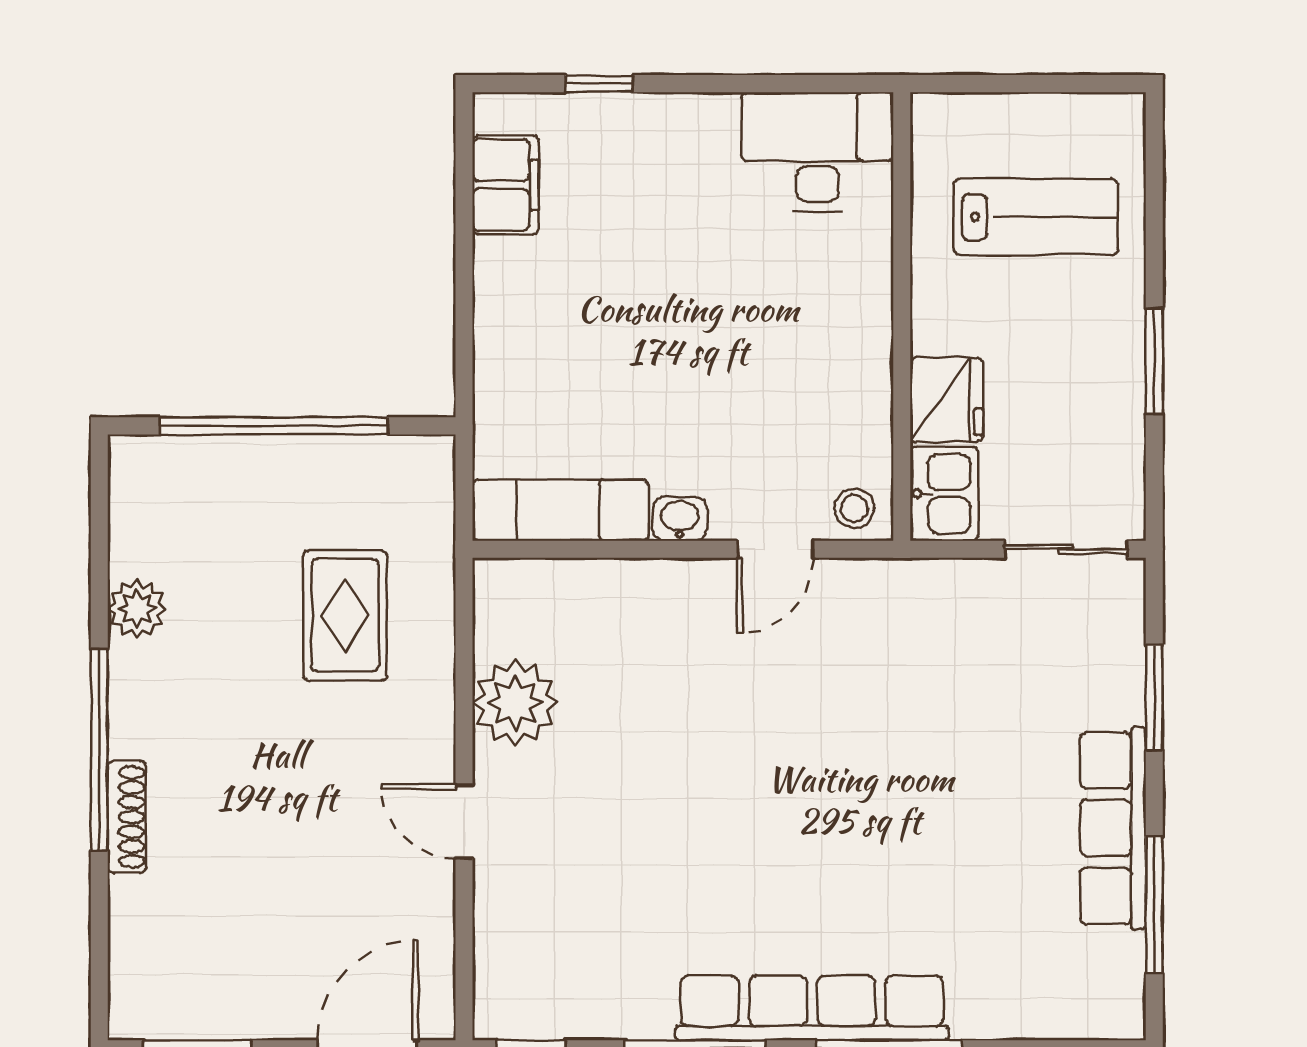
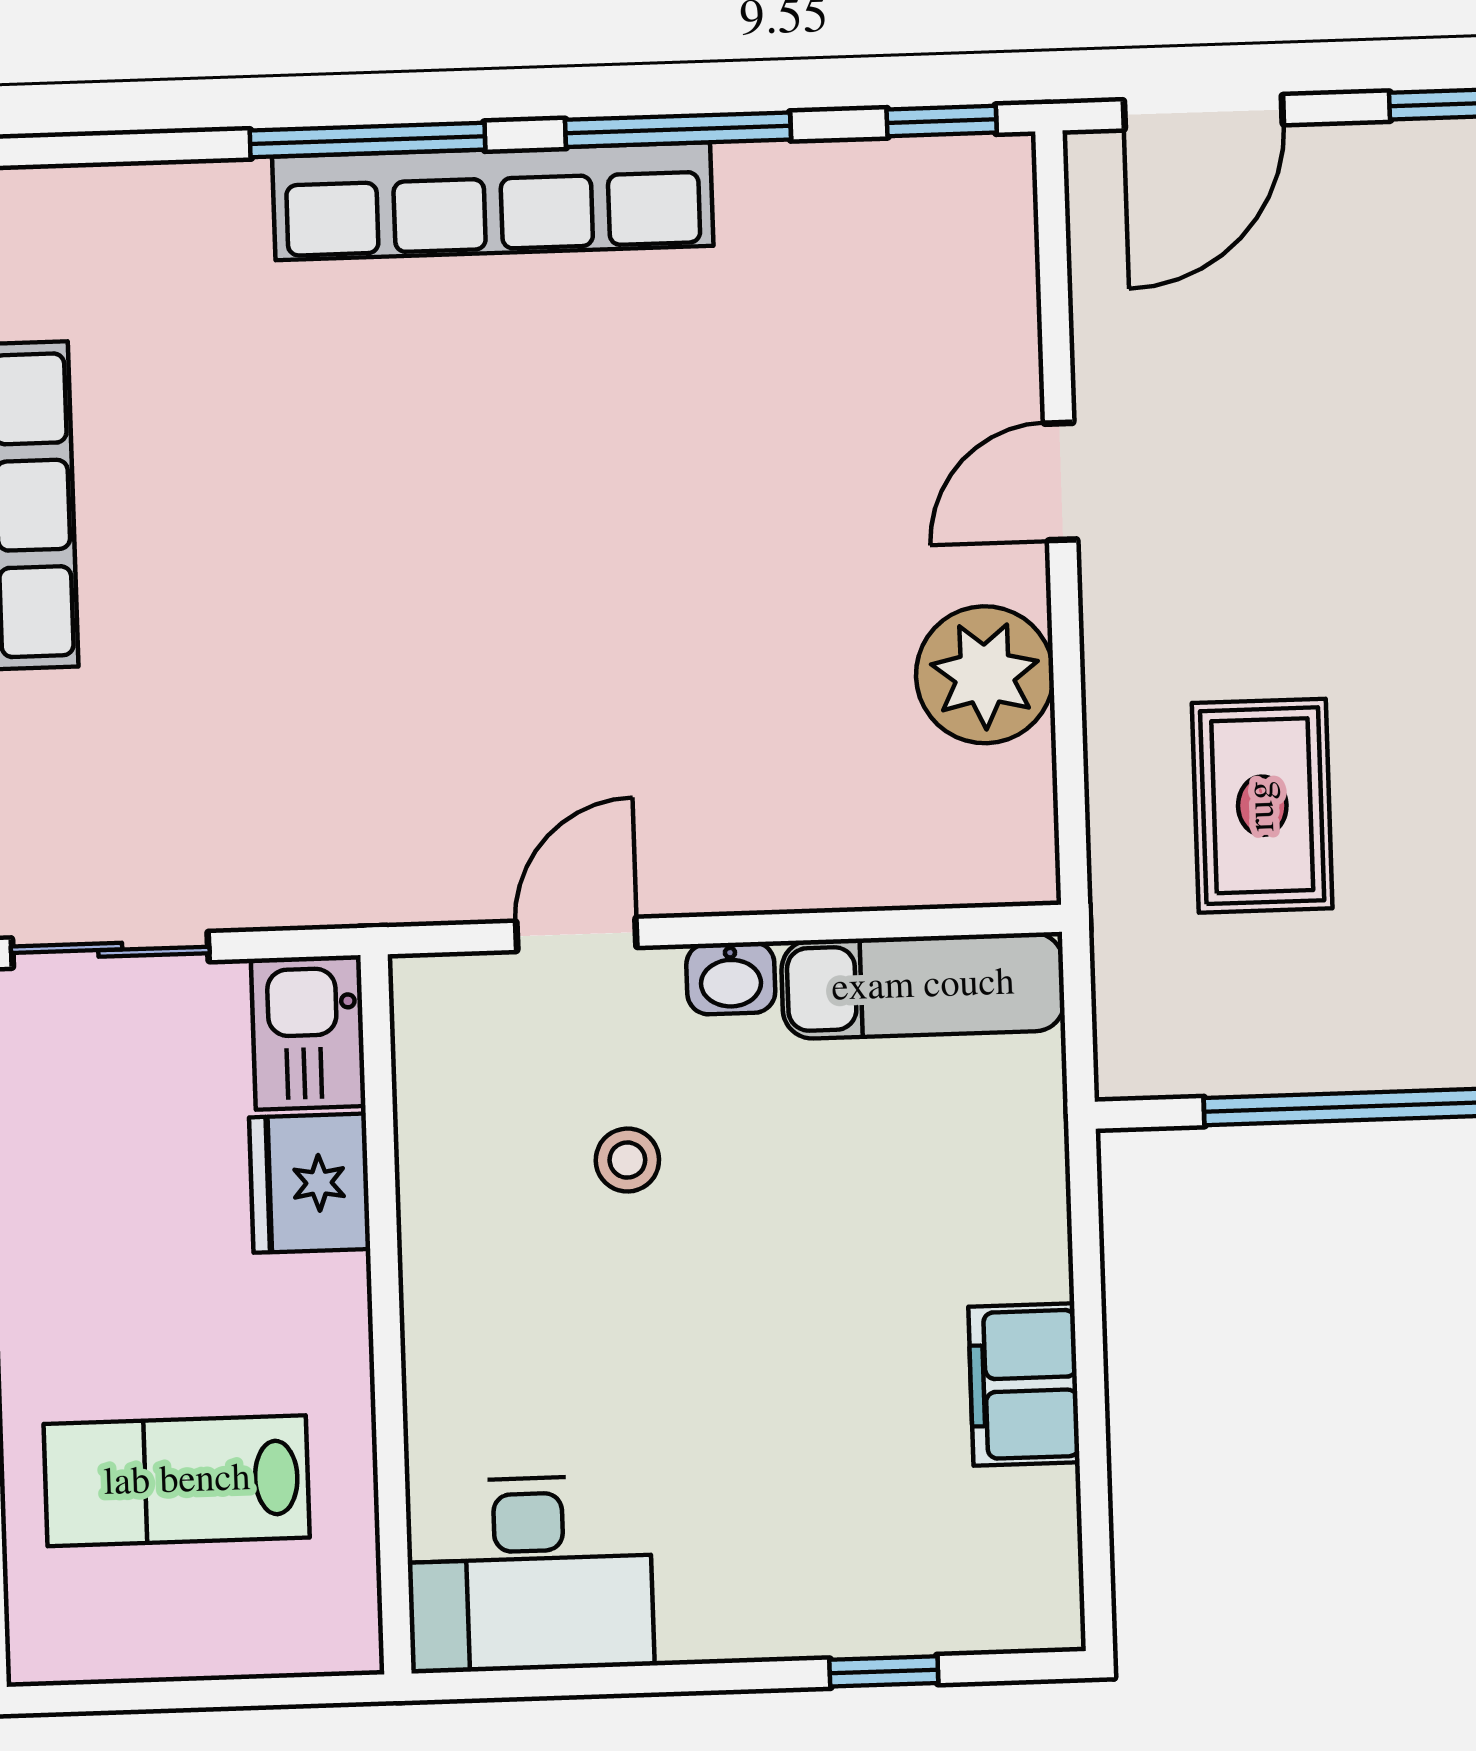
filing cabinet: (506, 185) -> (1024, 1385), moved
stool: (854, 508) -> (627, 1160), moved
door: (464, 821) -> (1061, 482), swing flipped

